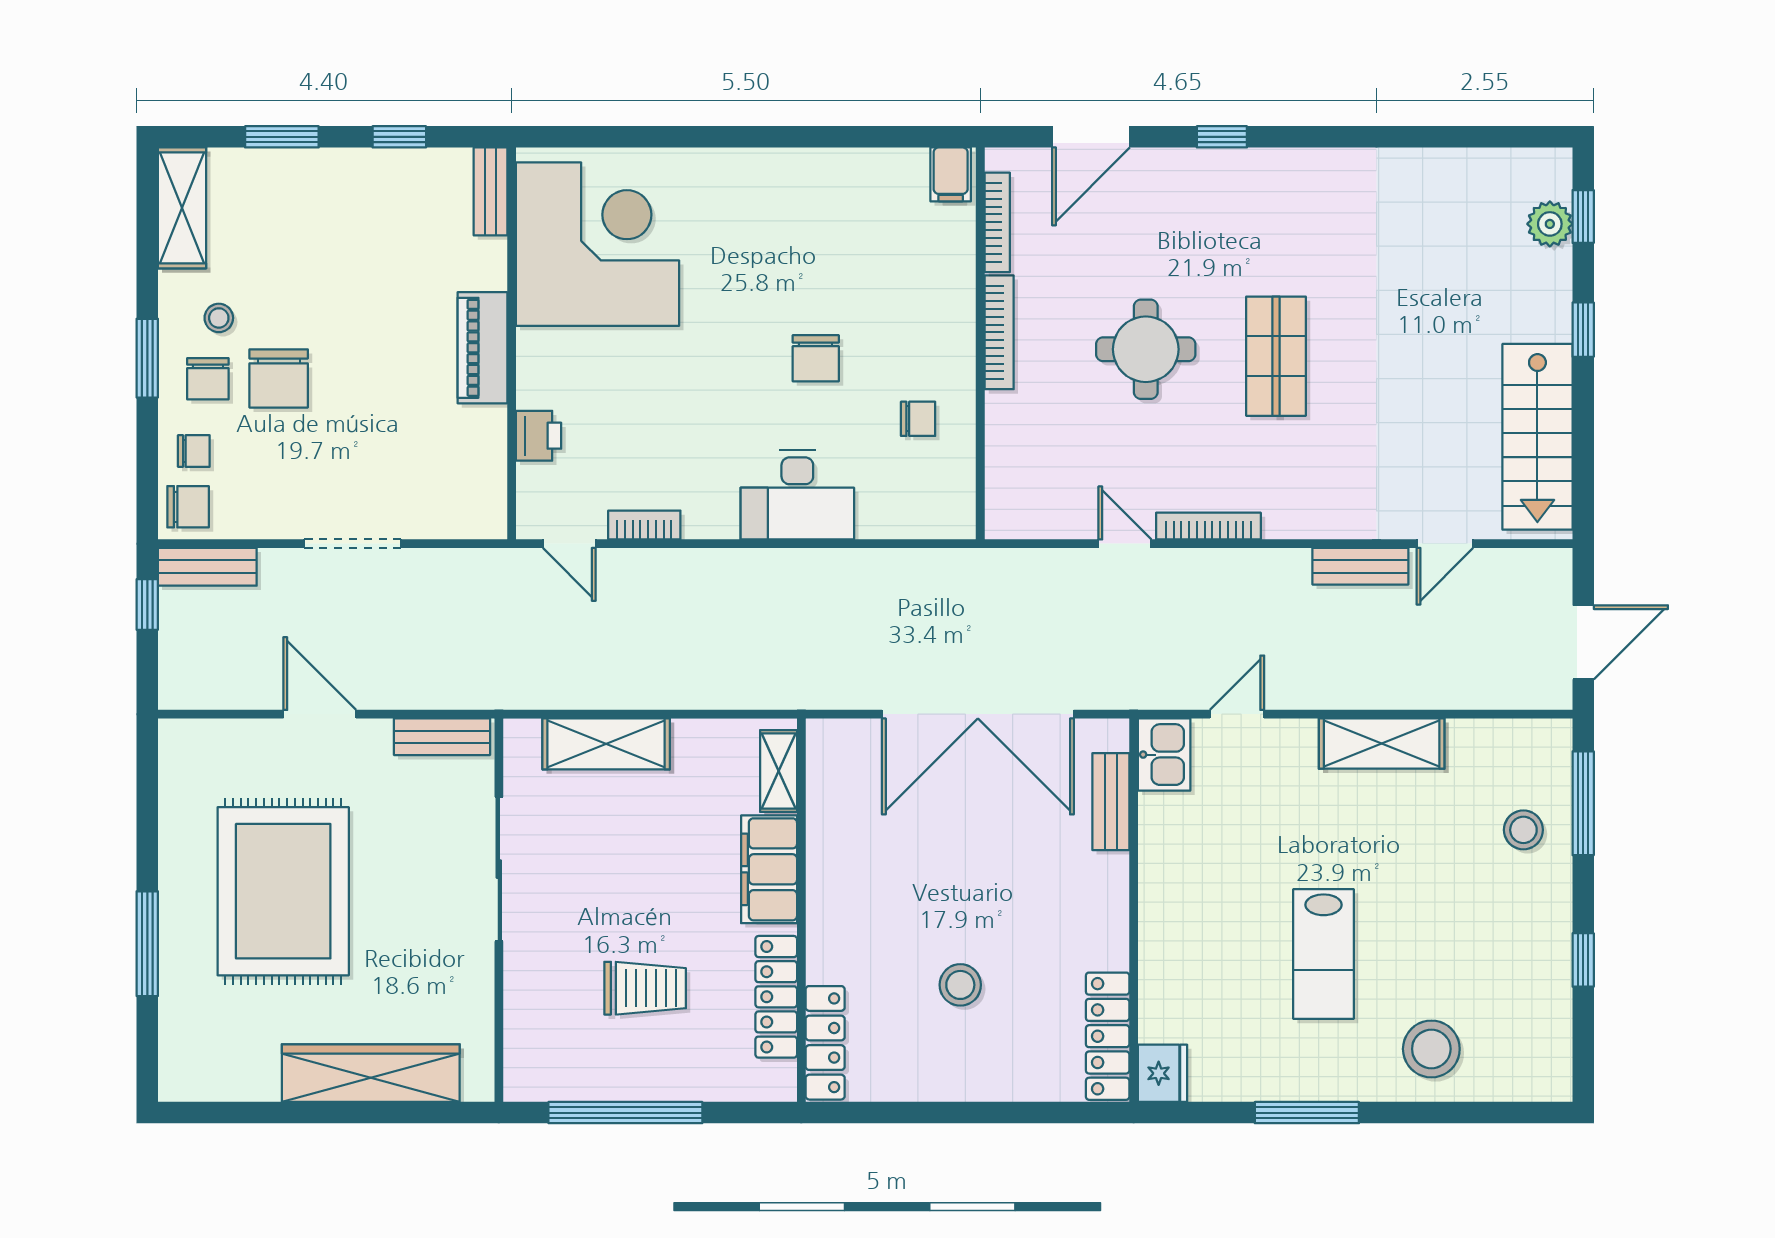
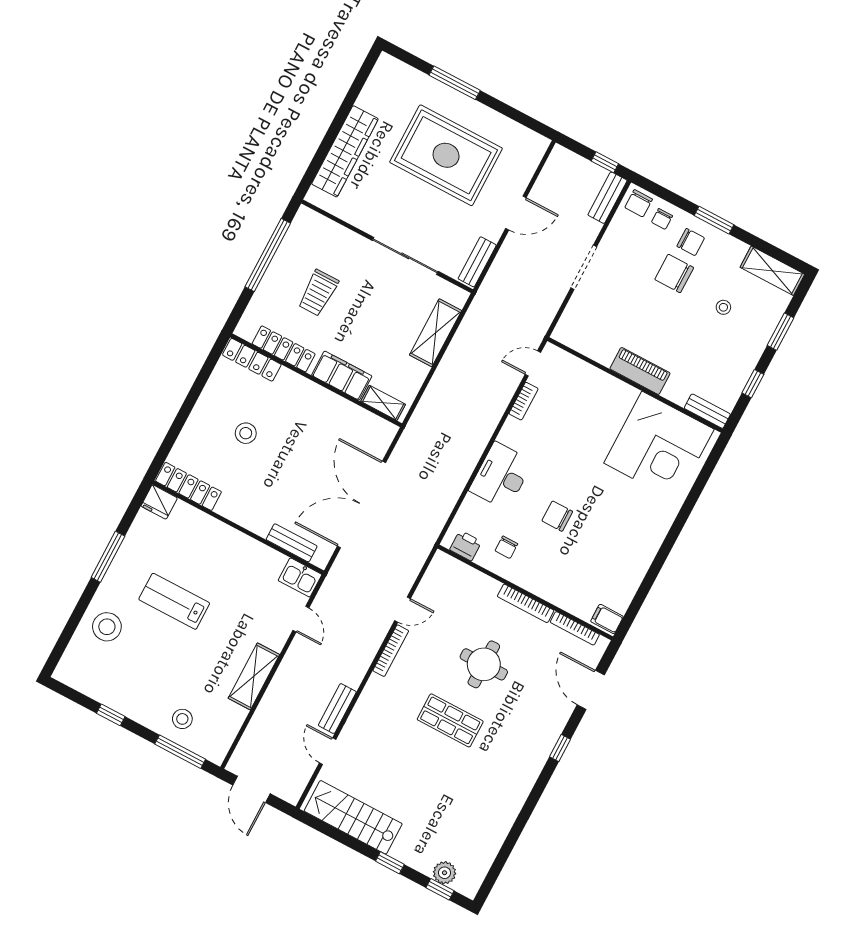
stool: (219, 318) -> (723, 307), moved
chair: (208, 379) -> (691, 242), turned 180
printer: (539, 436) -> (466, 546), moved, turned 180

